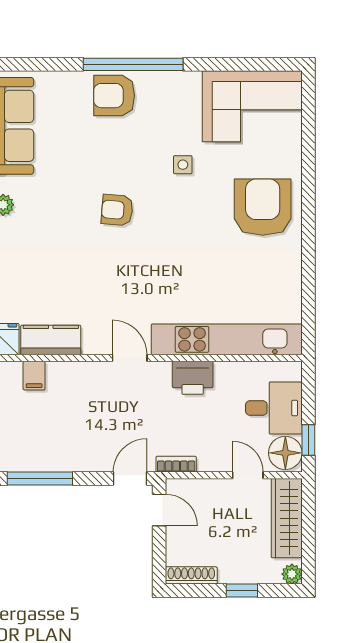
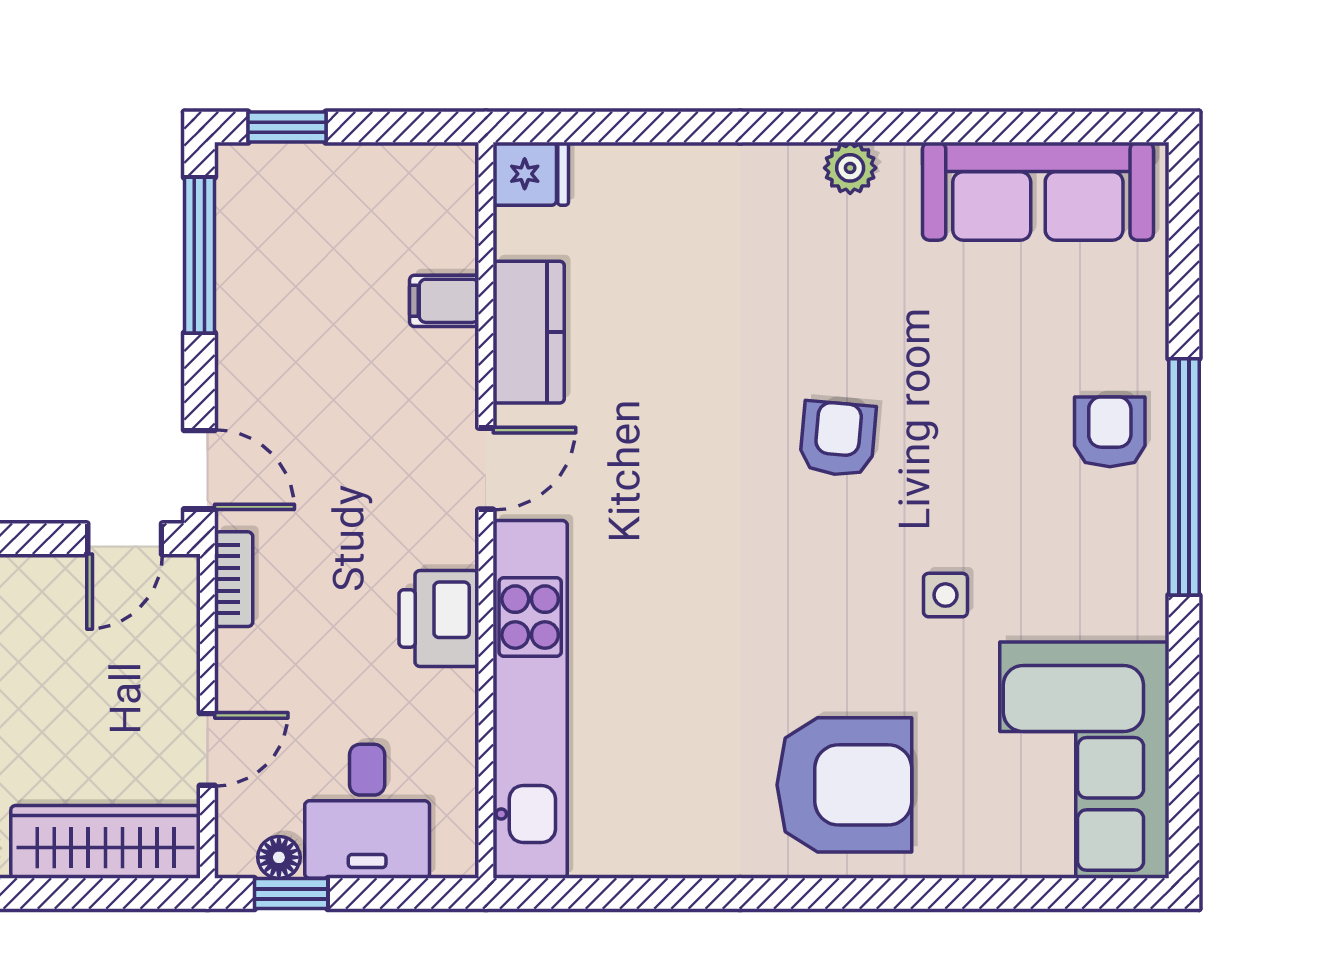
armchair: (114, 96) -> (1110, 432), width x0.72, depth x0.72
kitchen counter: (51, 340) -> (529, 332), moved
filing cabinet: (34, 376) -> (444, 301), moved
floor lamp: (285, 453) -> (279, 857), width x0.53, depth x0.53

